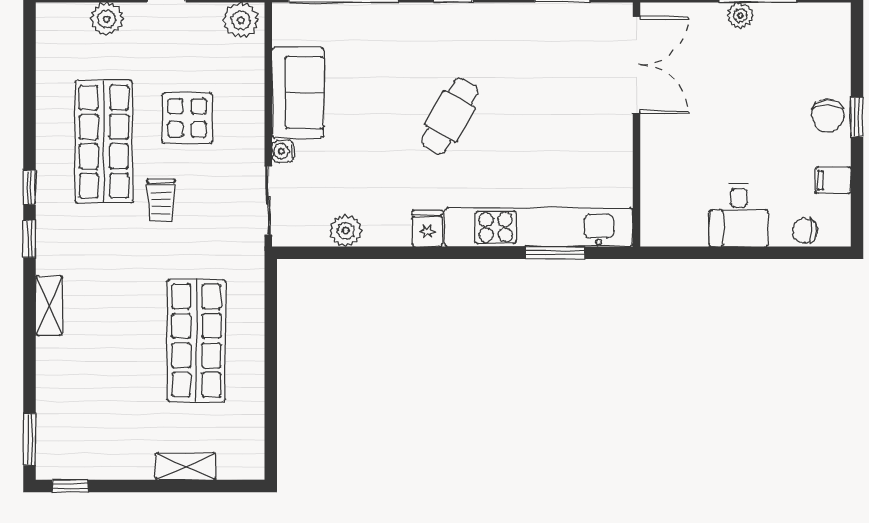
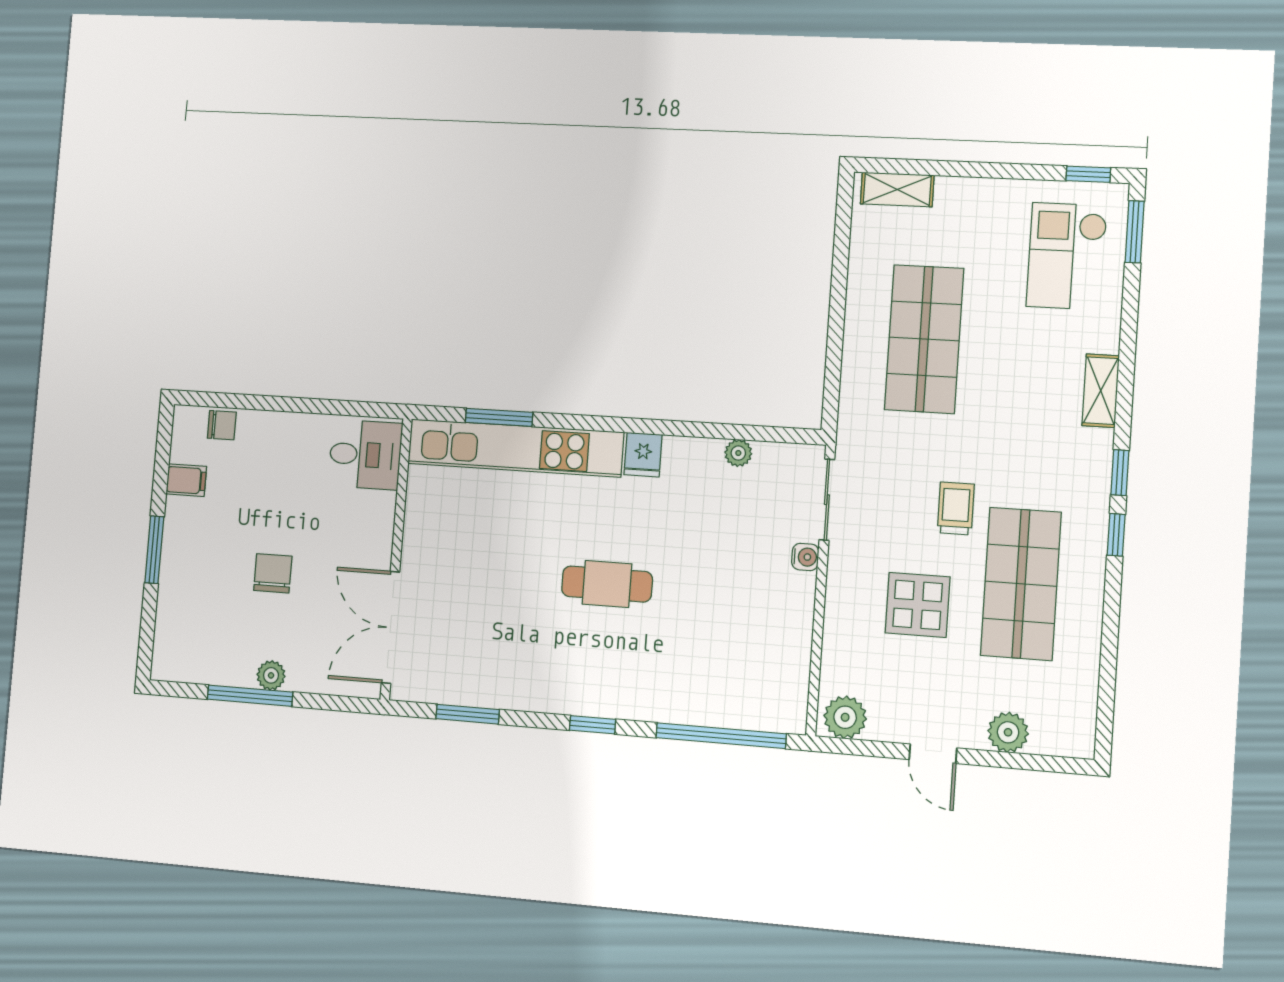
sofa: (298, 93) -> (783, 625), removed
chair: (828, 115) -> (273, 573), moved
cafe table: (450, 116) -> (607, 584), turned 61
window: (857, 117) -> (154, 550), width x1.50
desk: (739, 215) -> (365, 455), moved, turned 90
plant: (346, 231) -> (738, 453), width x0.73, depth x0.73
checkout: (83, 416) -> (1067, 256), added
shelving: (185, 466) -> (897, 190), moved

